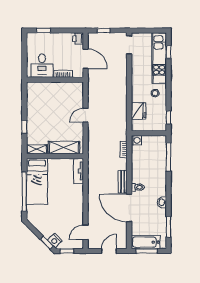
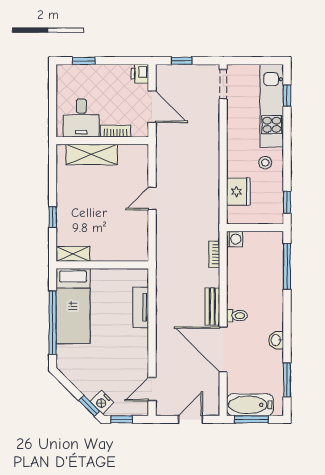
shelving: (64, 148) -> (92, 154), moved
tv unit: (79, 171) -> (141, 307), moved

